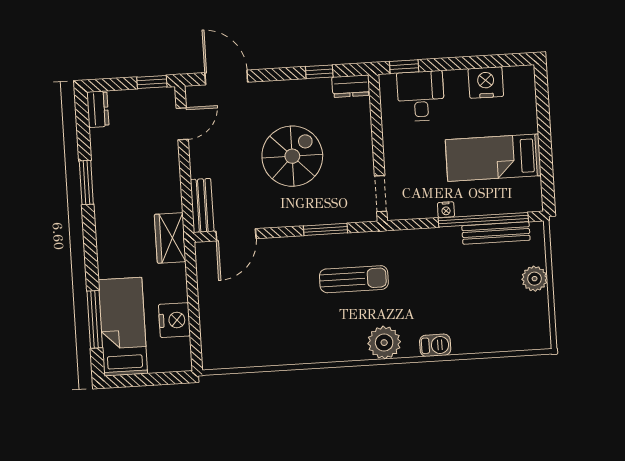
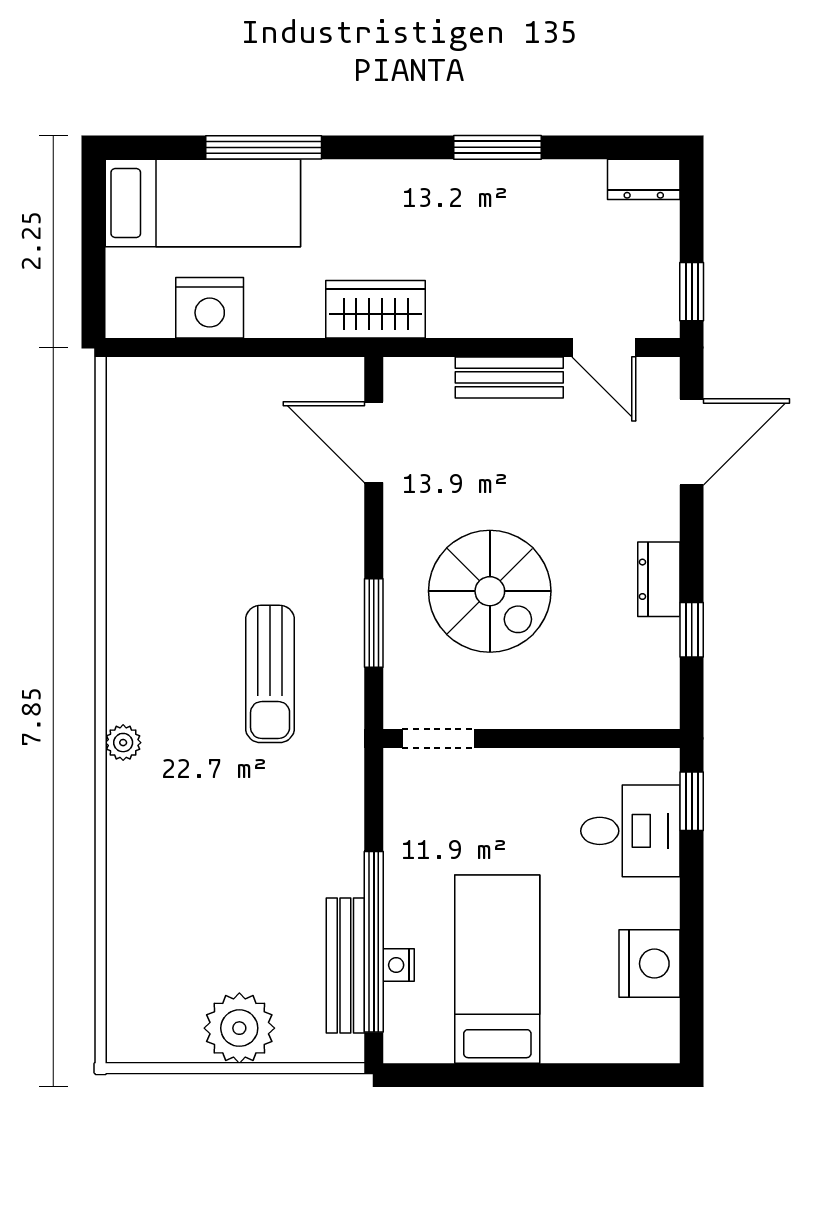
dresser: (351, 86) -> (659, 579), moved
spiral stairs: (292, 156) -> (490, 591), moved
bench: (202, 205) -> (509, 377), moved
nightstand: (446, 210) -> (399, 965), moved
plant: (535, 279) -> (239, 1028), width x1.36, depth x1.36
window: (95, 319) -> (264, 147), moved
plant: (384, 343) -> (123, 743), width x0.53, depth x0.53
barbecue: (435, 345) -> (127, 829), removed

